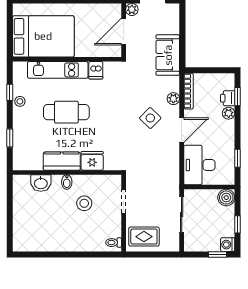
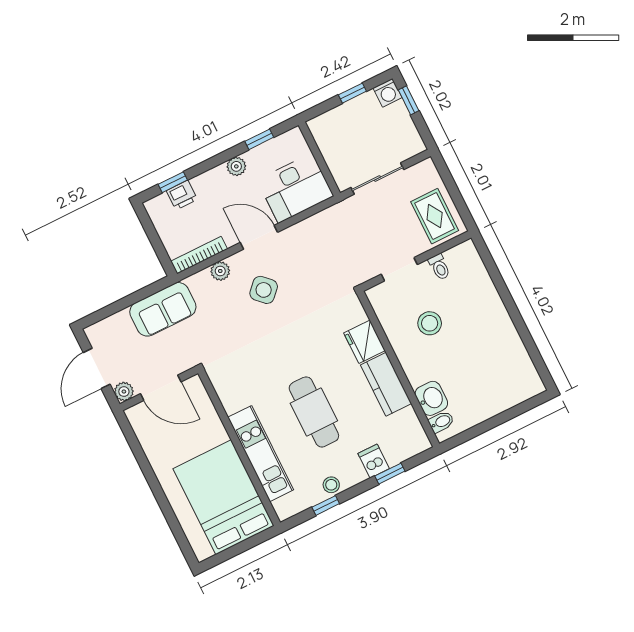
dishwasher: (96, 70) -> (374, 461), moved, turned -90
plant: (229, 113) -> (236, 166), moved
bidet: (67, 182) -> (441, 422), moved
boiler: (226, 198) -> (322, 128), removed
toilet: (114, 243) -> (439, 267), moved

